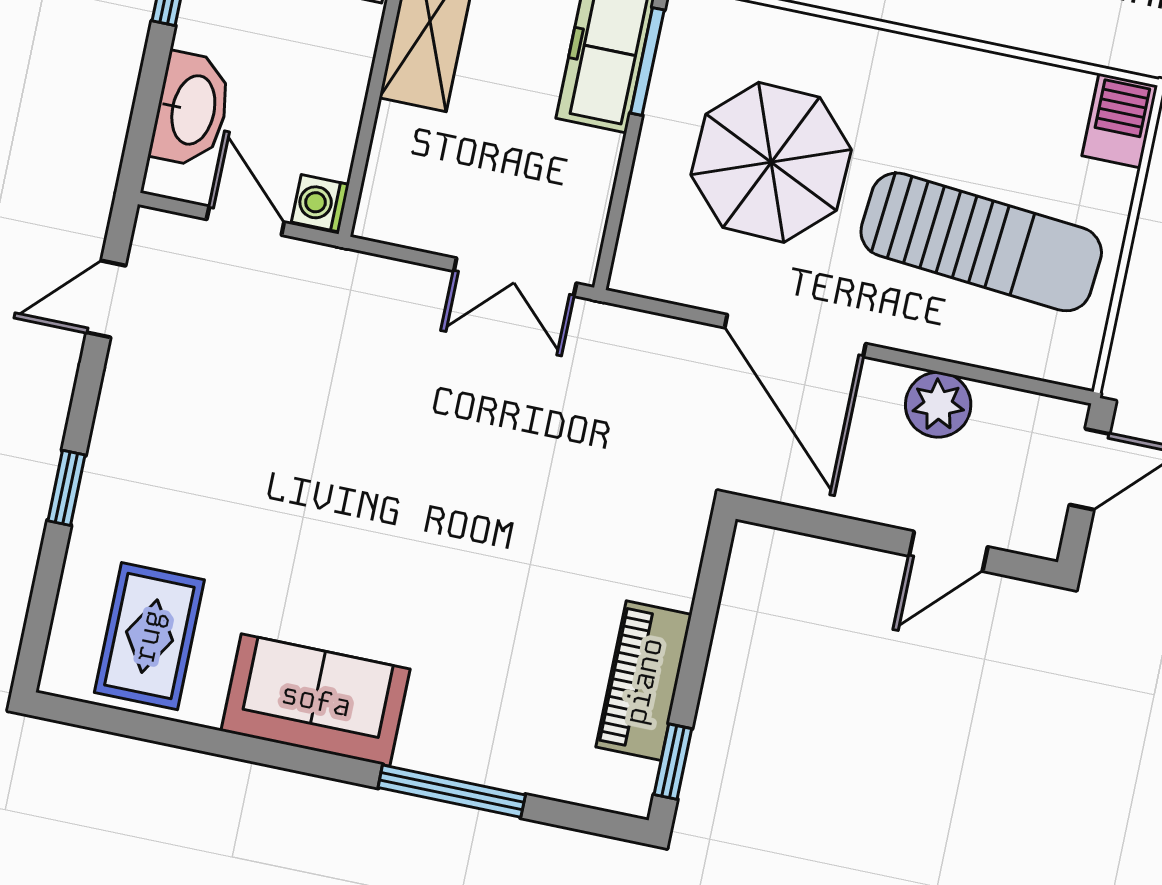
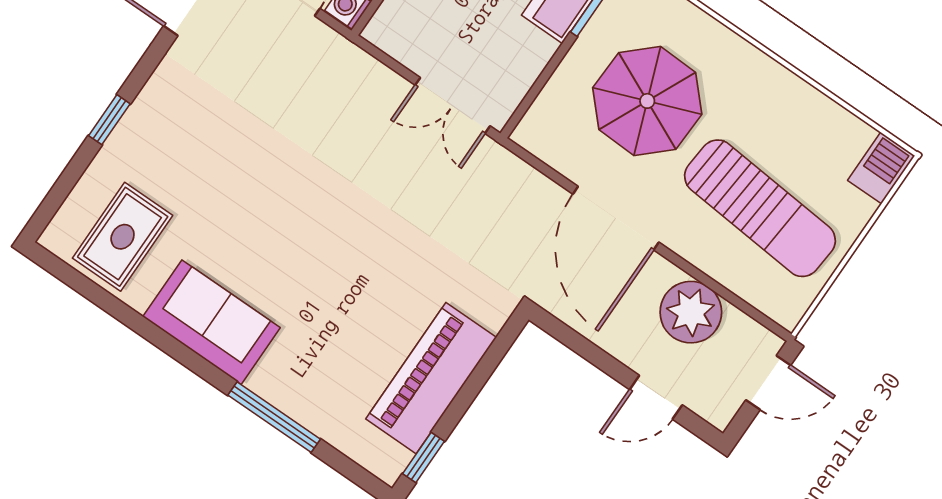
plant: (938, 405) -> (691, 312), width x1.36, depth x1.36
piano: (644, 681) -> (431, 378), width x1.37, depth x1.33

